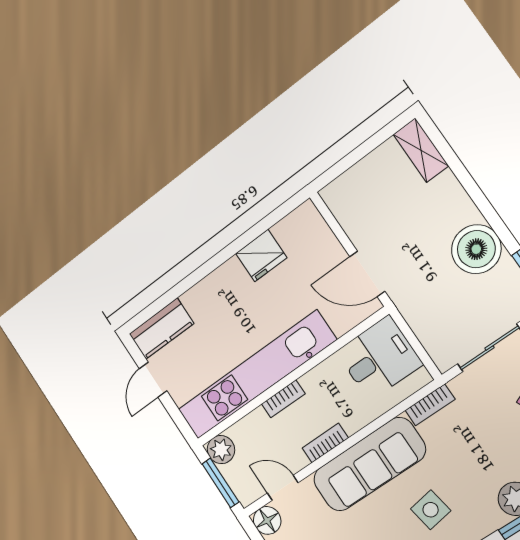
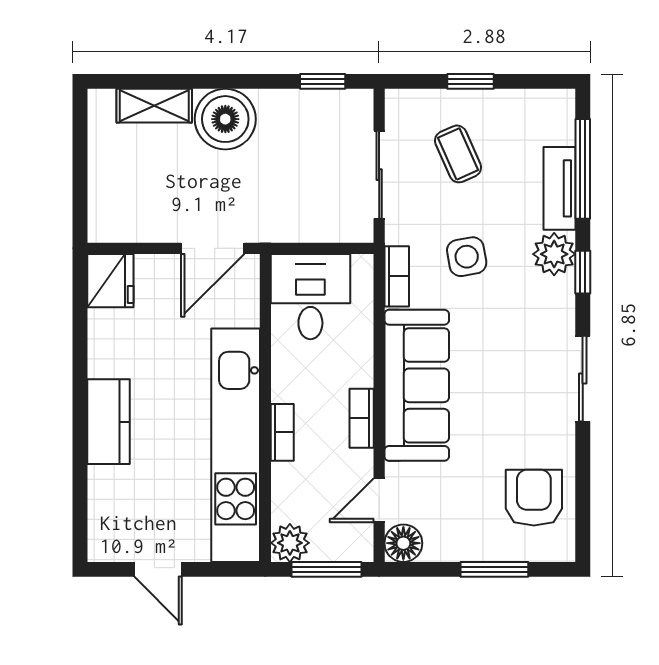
shelving: (421, 150) -> (154, 106), moved
boiler: (476, 249) -> (225, 119), moved
fridge: (261, 256) -> (110, 281), moved
kitchen counter: (161, 329) -> (109, 422), moved
side table: (431, 510) -> (467, 257), moved

